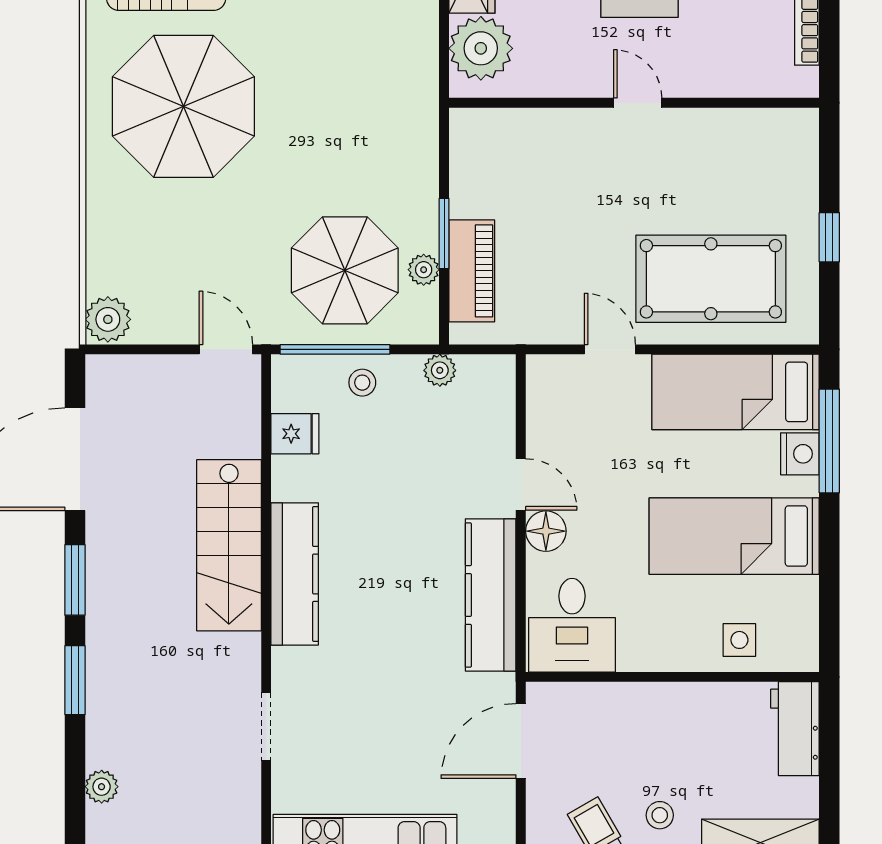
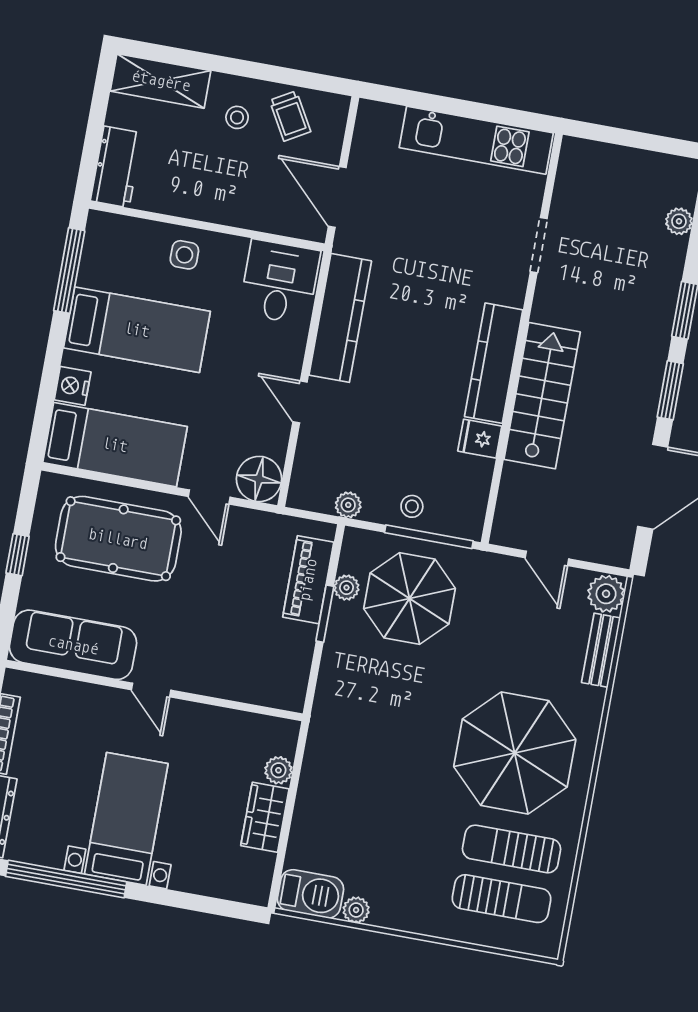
plant: (481, 48) -> (278, 770), width x0.53, depth x0.53
sofa: (742, 140) -> (73, 645), added
bench: (102, 250) -> (601, 650), added
door: (226, 349) -> (547, 558), moved
fridge: (295, 434) -> (480, 439), moved
window: (829, 441) -> (69, 271), moved
floor lamp: (546, 531) -> (259, 479), moved, width x1.38, depth x1.38
side table: (739, 640) -> (184, 255), moved
door: (521, 741) -> (337, 197), swing flipped

